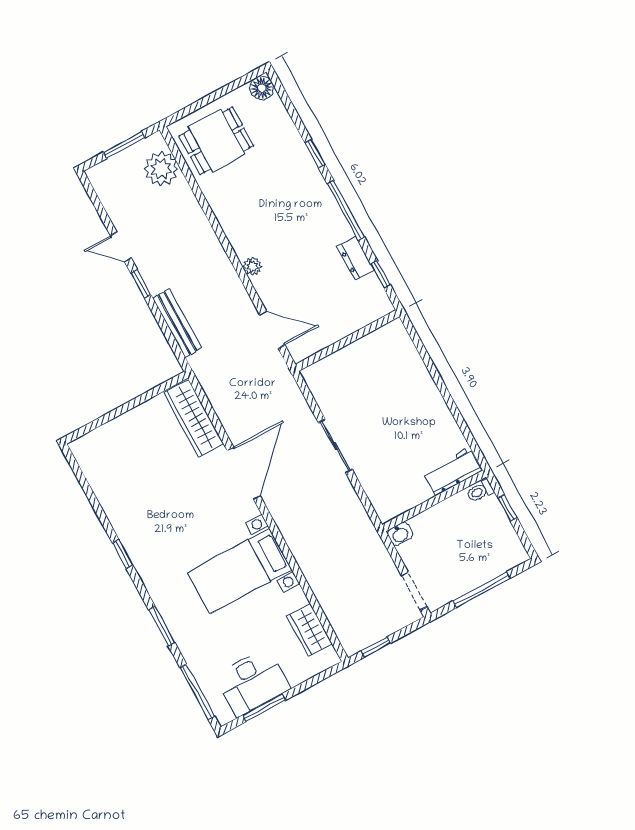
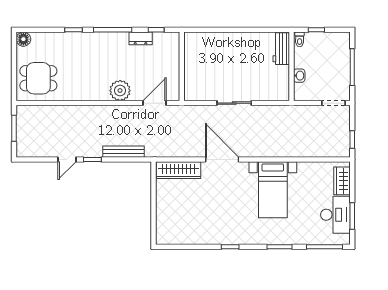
dining table: (216, 141) -> (38, 78), turned 90
plant: (161, 169) -> (37, 116), removed
plant: (252, 266) -> (120, 91), width x1.88, depth x1.88
washbasin: (400, 534) -> (299, 76), moved
wardrobe: (309, 630) -> (342, 181), moved, turned 90

